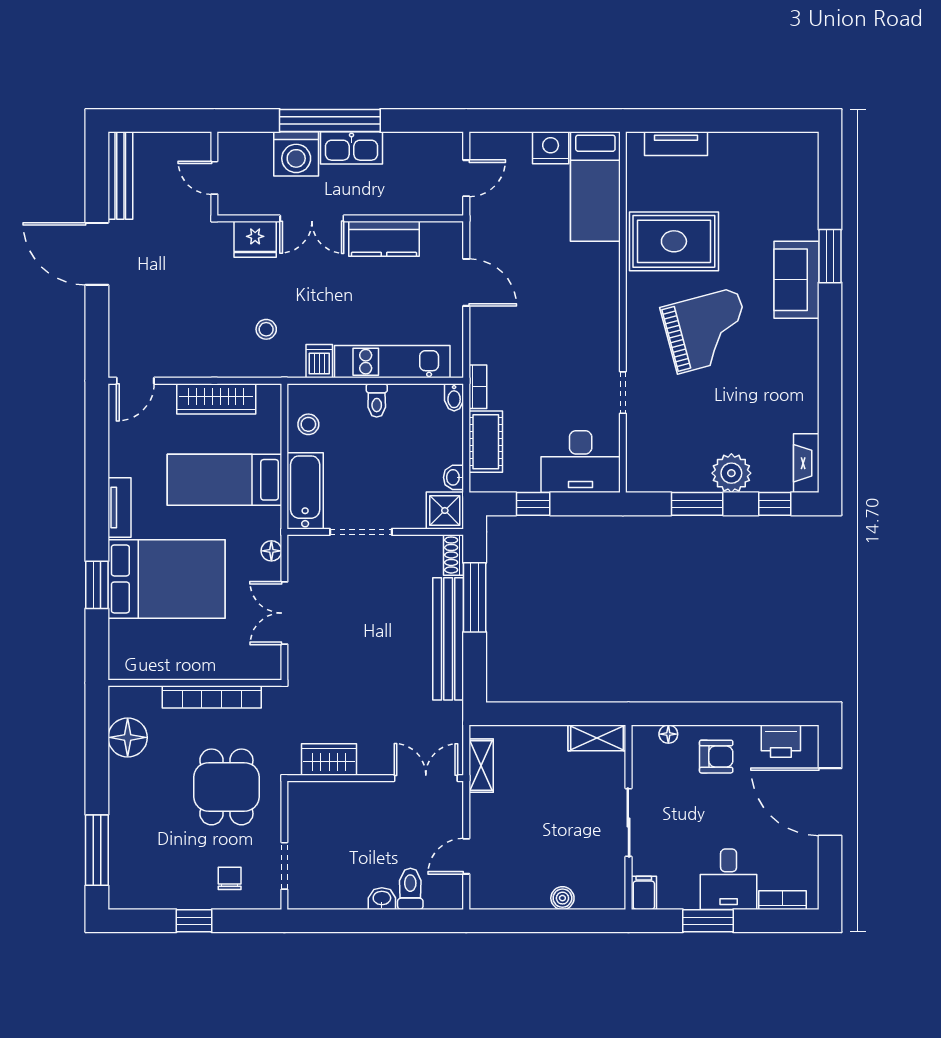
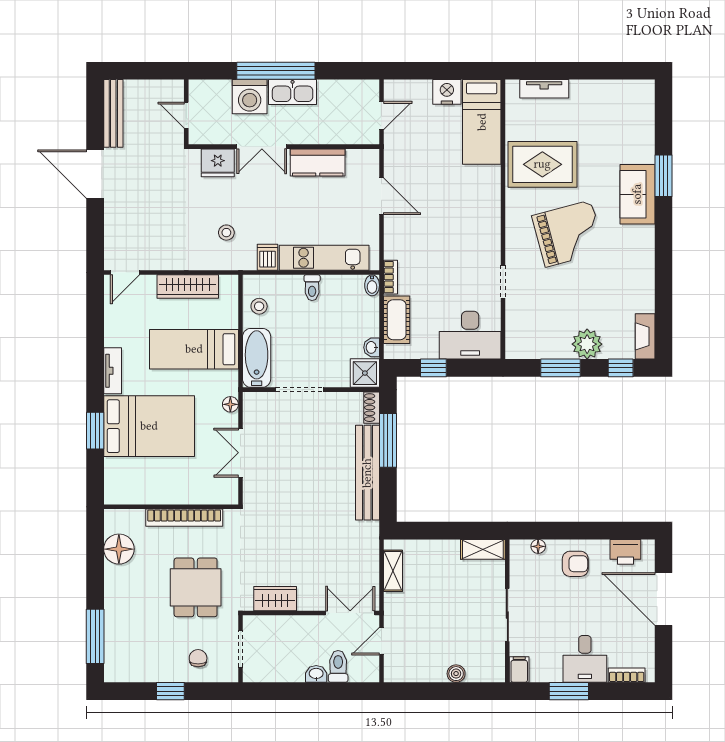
wardrobe: (329, 759) -> (275, 599), moved
wall: (375, 778) -> (311, 613), moved
double door: (426, 778) -> (350, 613), moved

